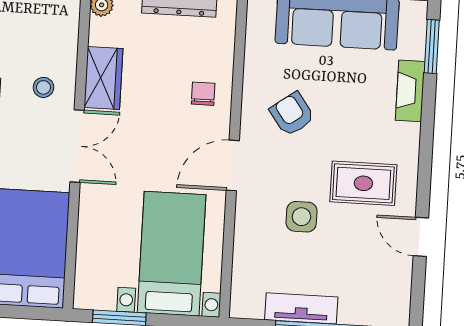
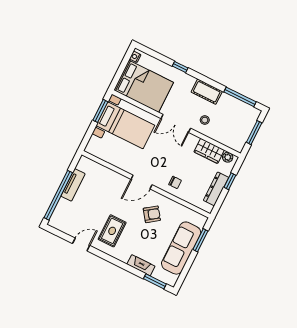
wardrobe: (103, 78) -> (209, 151), moved
door: (233, 165) -> (142, 182), swing flipped
side table: (301, 217) -> (109, 201), removed
bed with nightstands: (172, 254) -> (125, 125), moved

